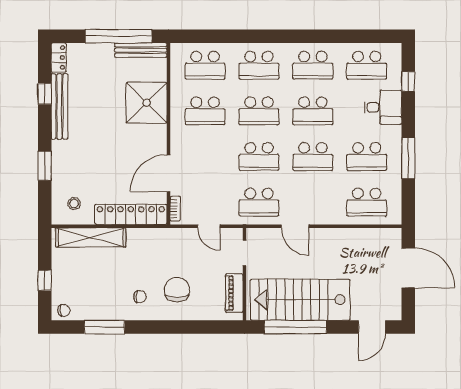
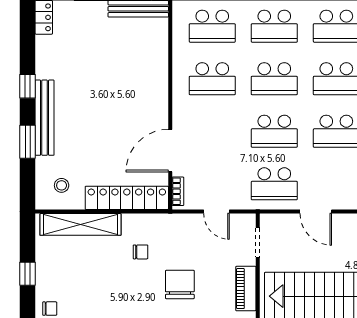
window: (45, 94) -> (28, 86), moved
shower: (147, 103) -> (145, 69), removed
bench: (59, 106) -> (45, 118), moved
chair: (140, 297) -> (141, 252), moved

